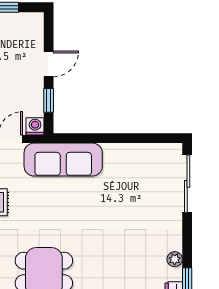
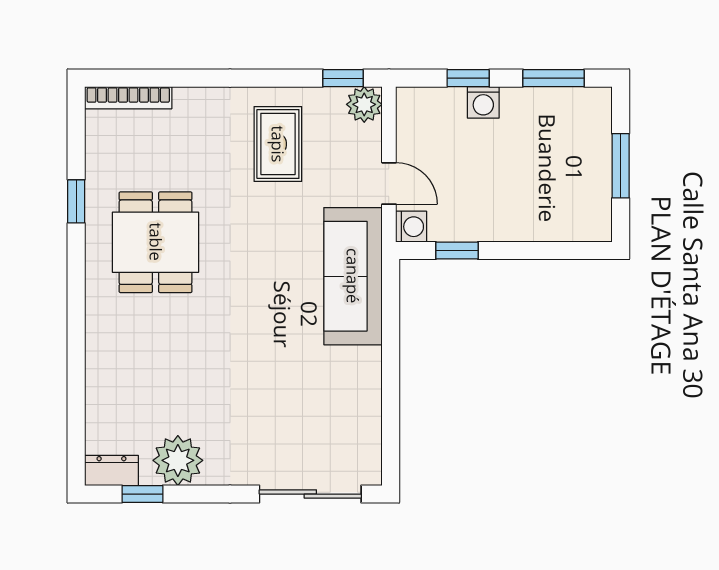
door: (49, 64) -> (521, 251), removed
plant: (175, 259) -> (178, 460), width x1.88, depth x1.88

